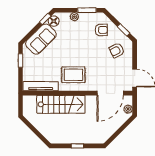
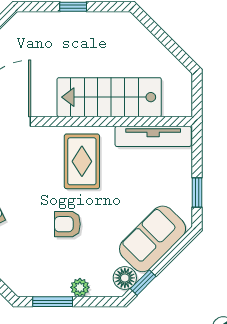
armchair: (101, 30) -> (67, 224), moved
rug: (73, 75) -> (82, 161), turned 90

